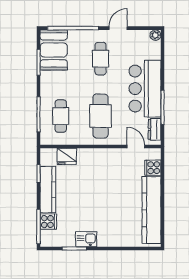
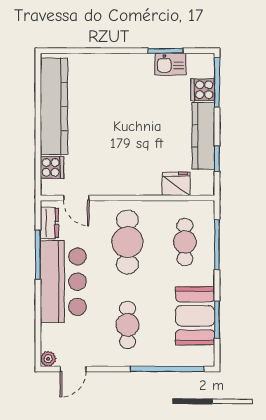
door: (118, 28) -> (73, 369), moved
booth: (54, 50) -> (195, 316), moved
kitchen sink: (86, 239) -> (170, 64), moved

